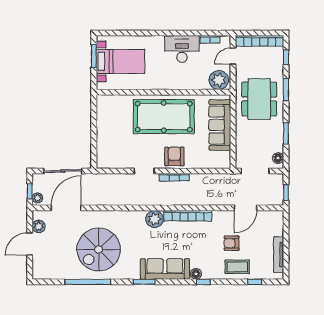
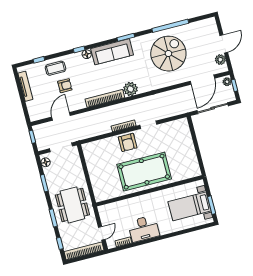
plant: (219, 80) -> (108, 212), removed
sofa: (220, 125) -> (98, 176), removed

